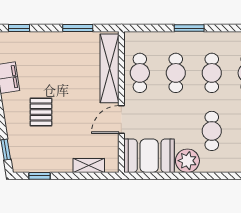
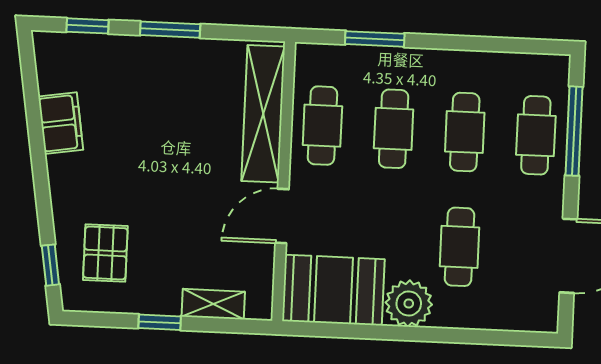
window: (78, 28) -> (170, 30), moved
window: (189, 28) -> (375, 39), moved
pallet: (41, 112) -> (105, 253), moved
window: (39, 176) -> (160, 322), moved

